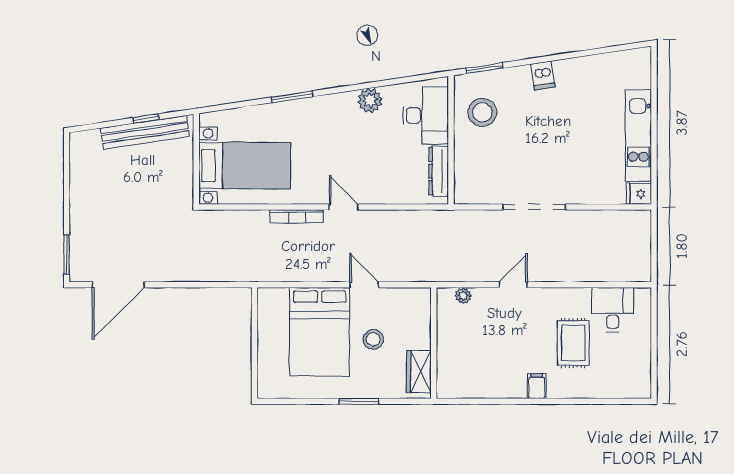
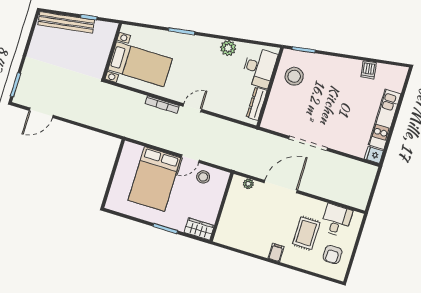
dishwasher: (543, 75) -> (369, 70), moved
bench: (145, 132) -> (66, 22), moved
door: (343, 207) -> (192, 108), hinge flipped
door: (118, 285) -> (41, 113), width x0.73
door: (364, 285) -> (190, 159), swing flipped
door: (513, 285) -> (281, 187), width x1.88
stool: (373, 339) -> (203, 177), moved
armchair: (623, 363) -> (332, 255), added
wardrobe: (419, 372) -> (199, 229), moved, turned 90

